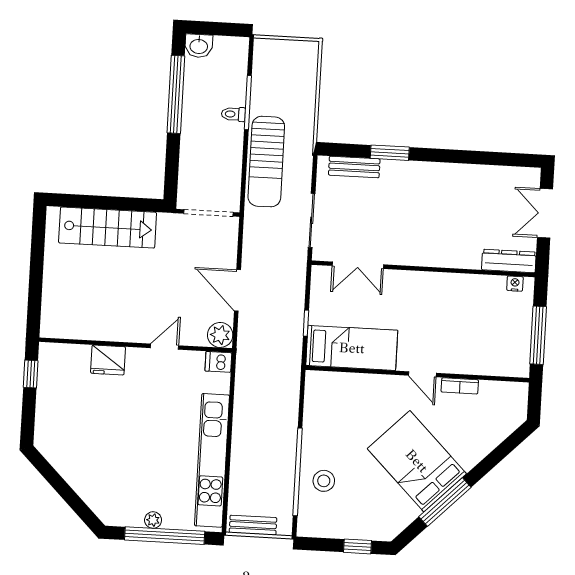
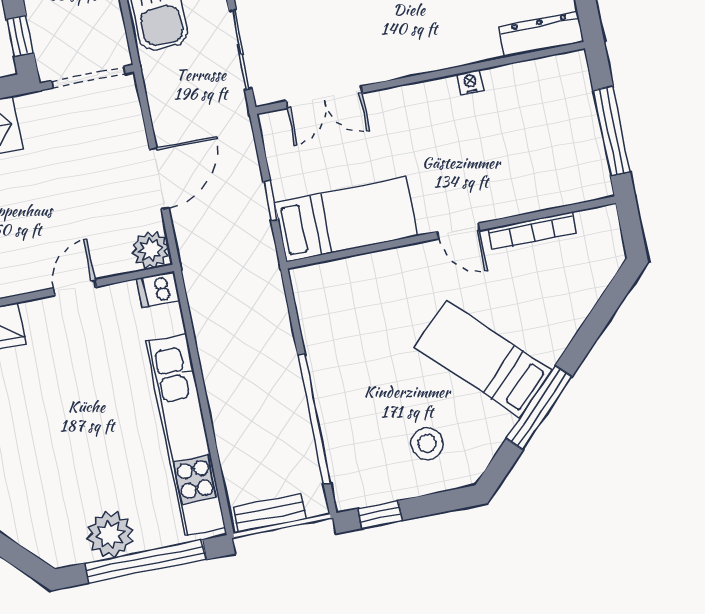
window: (171, 175) -> (20, 36), added
nightstand: (515, 284) -> (470, 82), moved
door: (237, 290) -> (159, 179), swing flipped
bookcase: (460, 386) -> (532, 231), width x1.56
bed: (417, 461) -> (483, 359), width x0.67
stool: (324, 481) -> (427, 444), moved
plant: (153, 520) -> (110, 534), width x1.88, depth x1.88
window: (357, 546) -> (380, 515), moved

